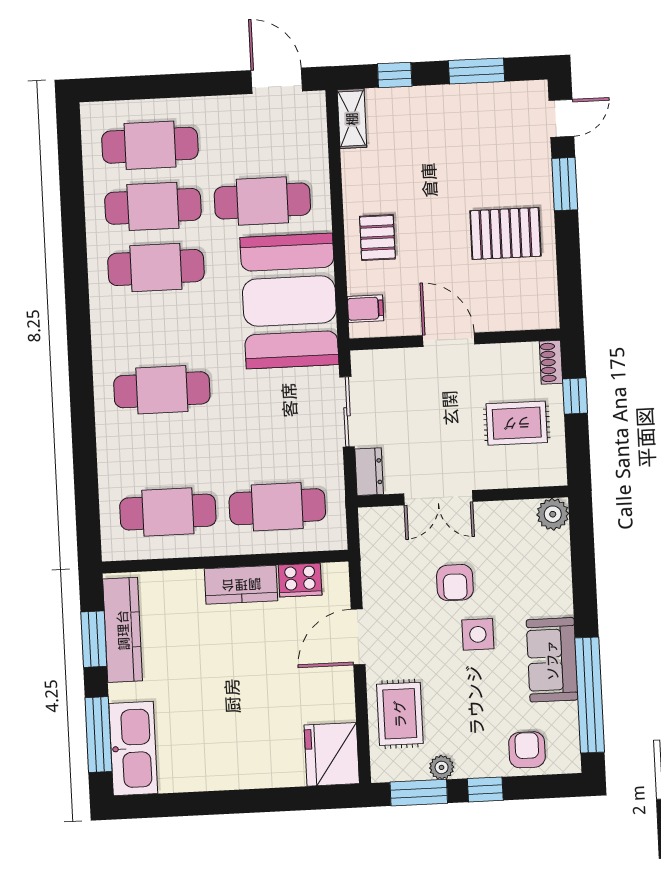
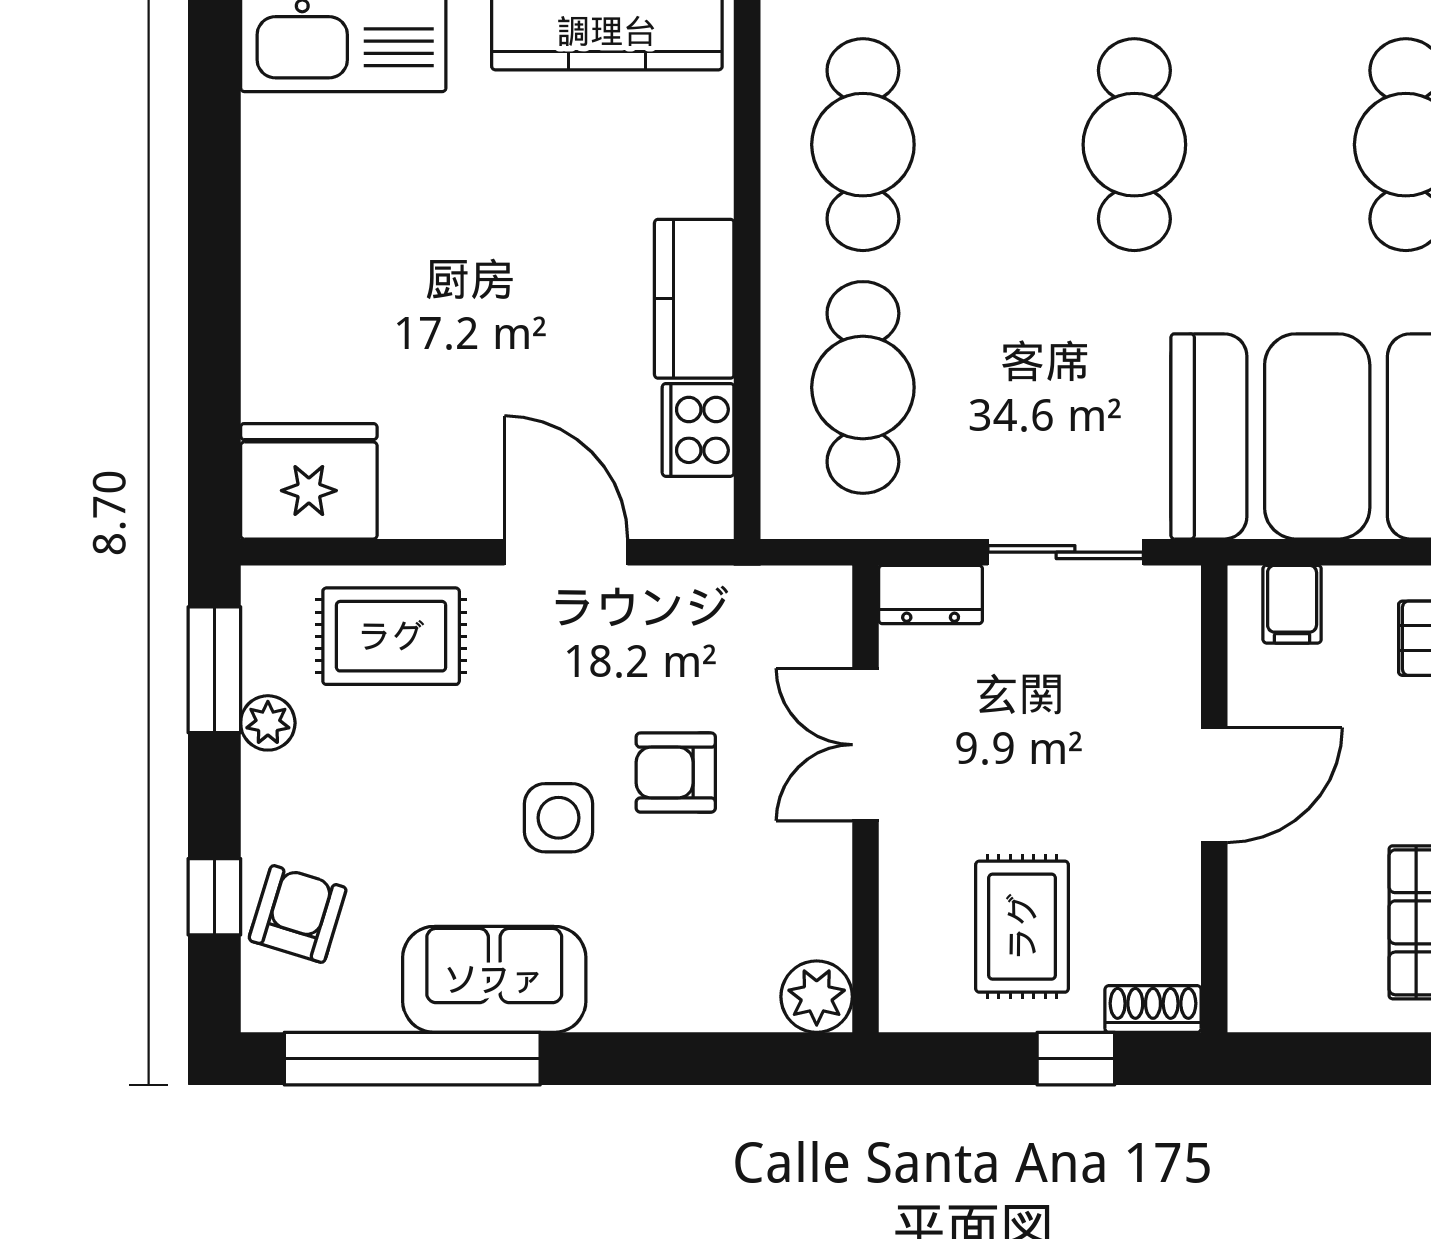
armchair: (527, 750) -> (298, 914), turned -73
window: (485, 789) -> (214, 897), moved

